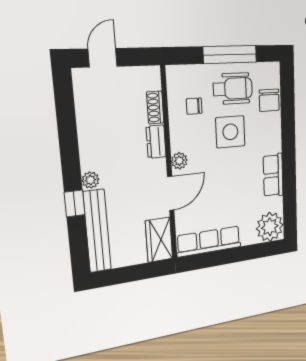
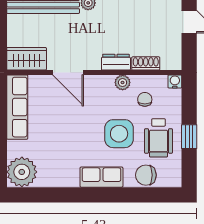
window: (230, 54) -> (189, 137), width x0.46
water cooler: (173, 73) -> (175, 81), added
plant: (179, 161) -> (123, 83), moved
row of seats: (273, 175) -> (101, 177), moved

